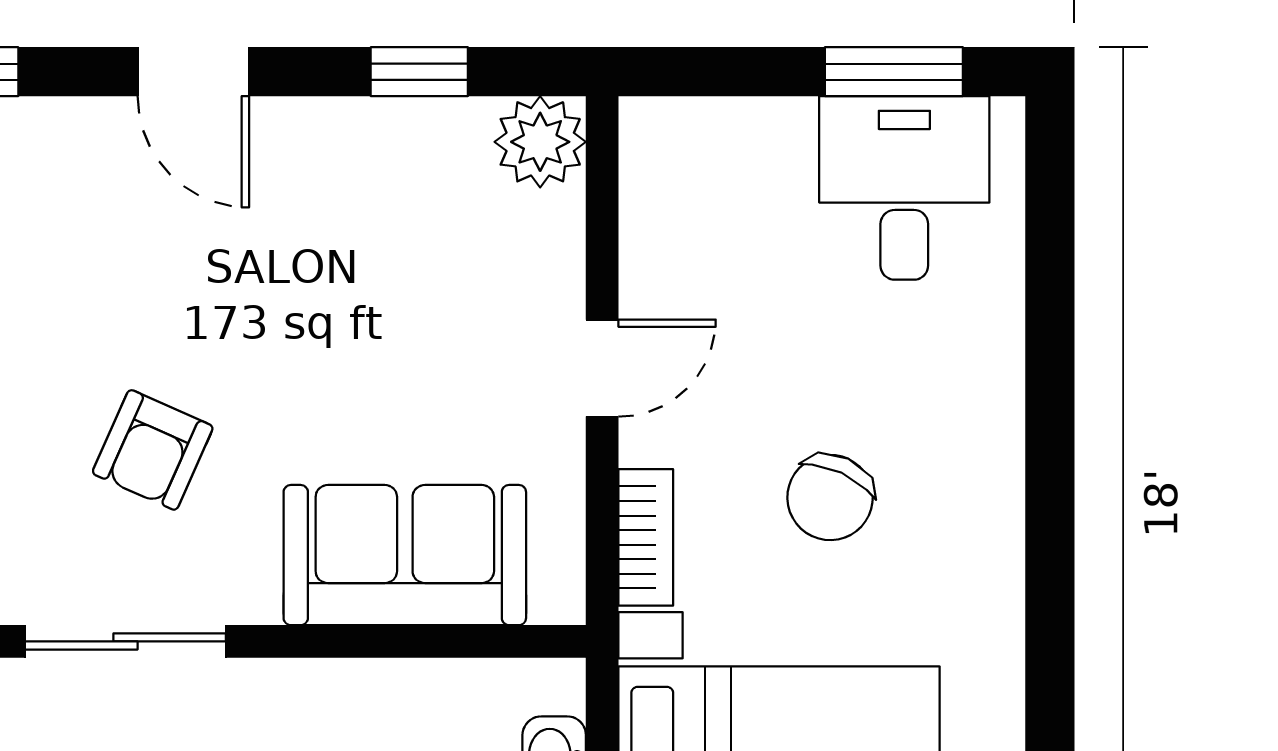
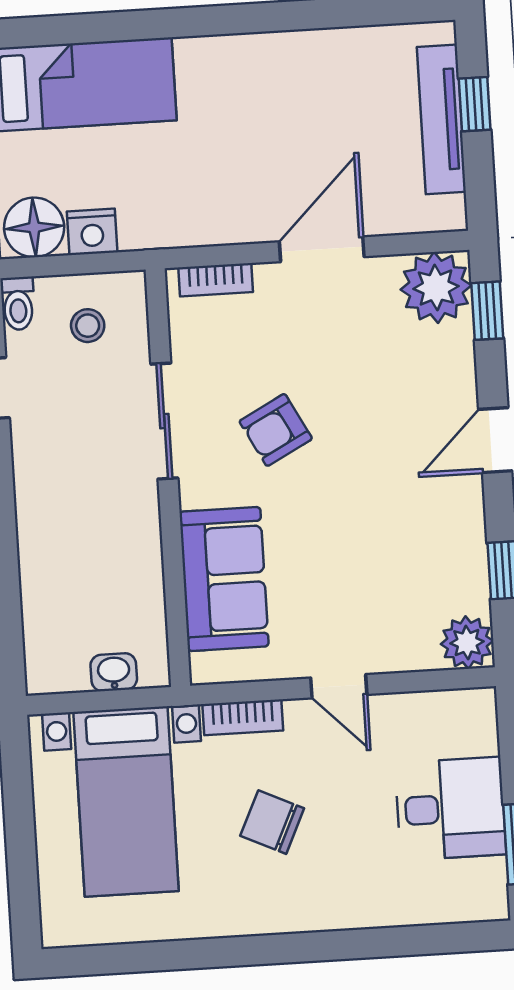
desk: (904, 188) -> (450, 809), moved
armchair: (153, 450) -> (276, 430), turned -52

